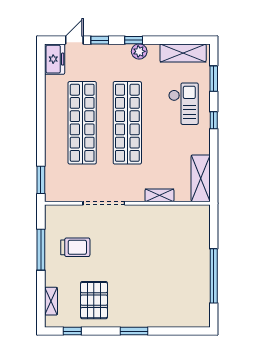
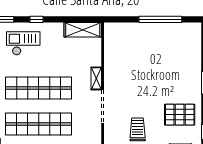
shelving: (159, 195) -> (96, 78), moved

